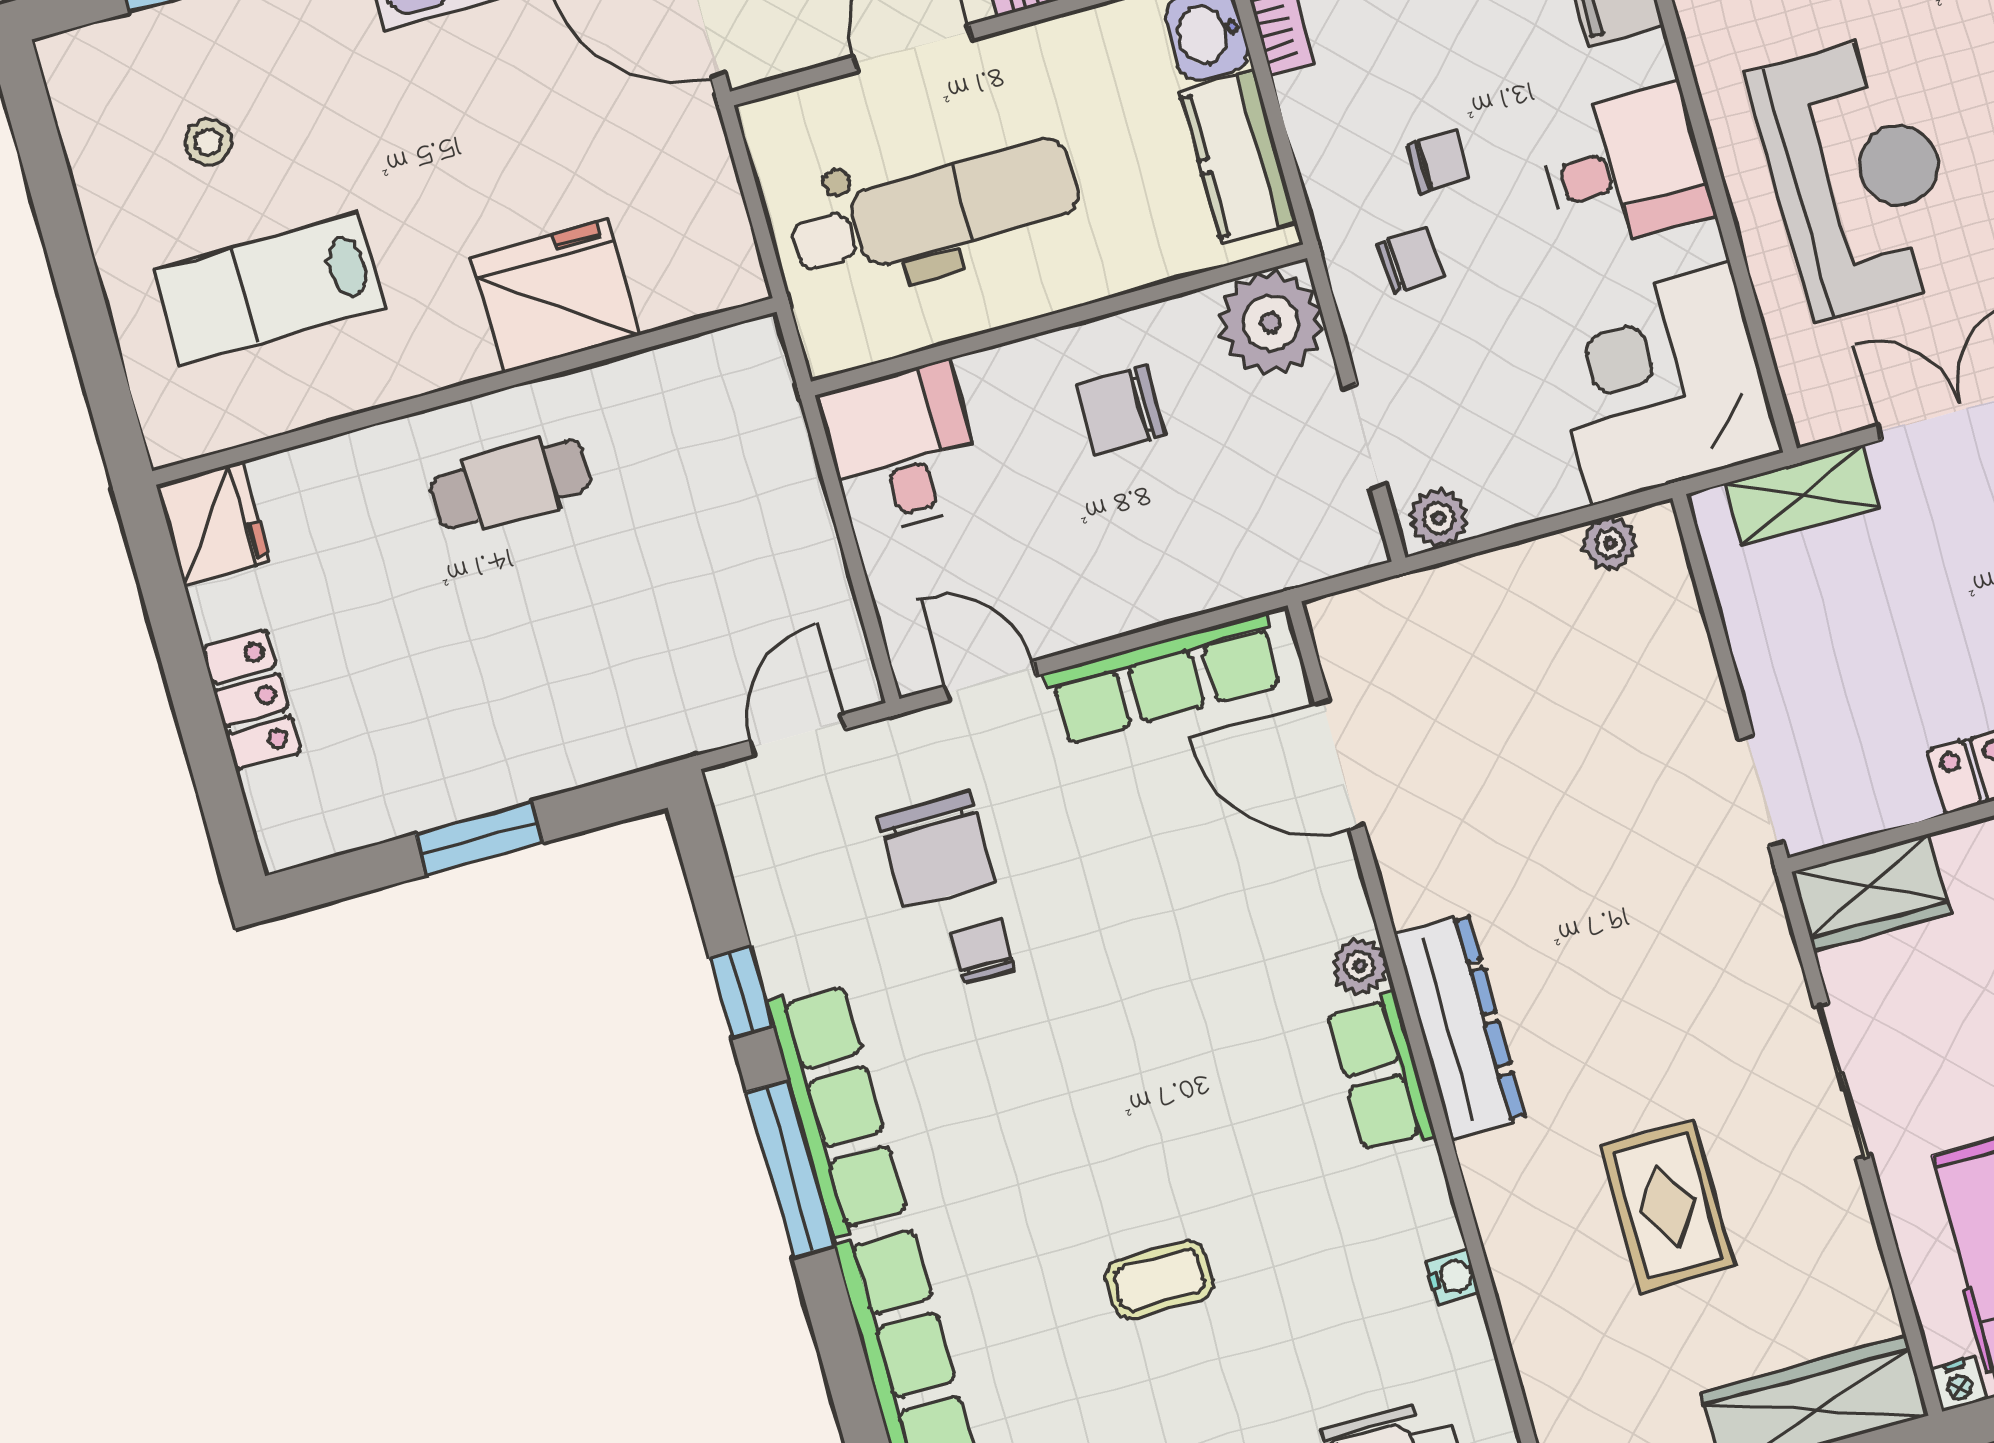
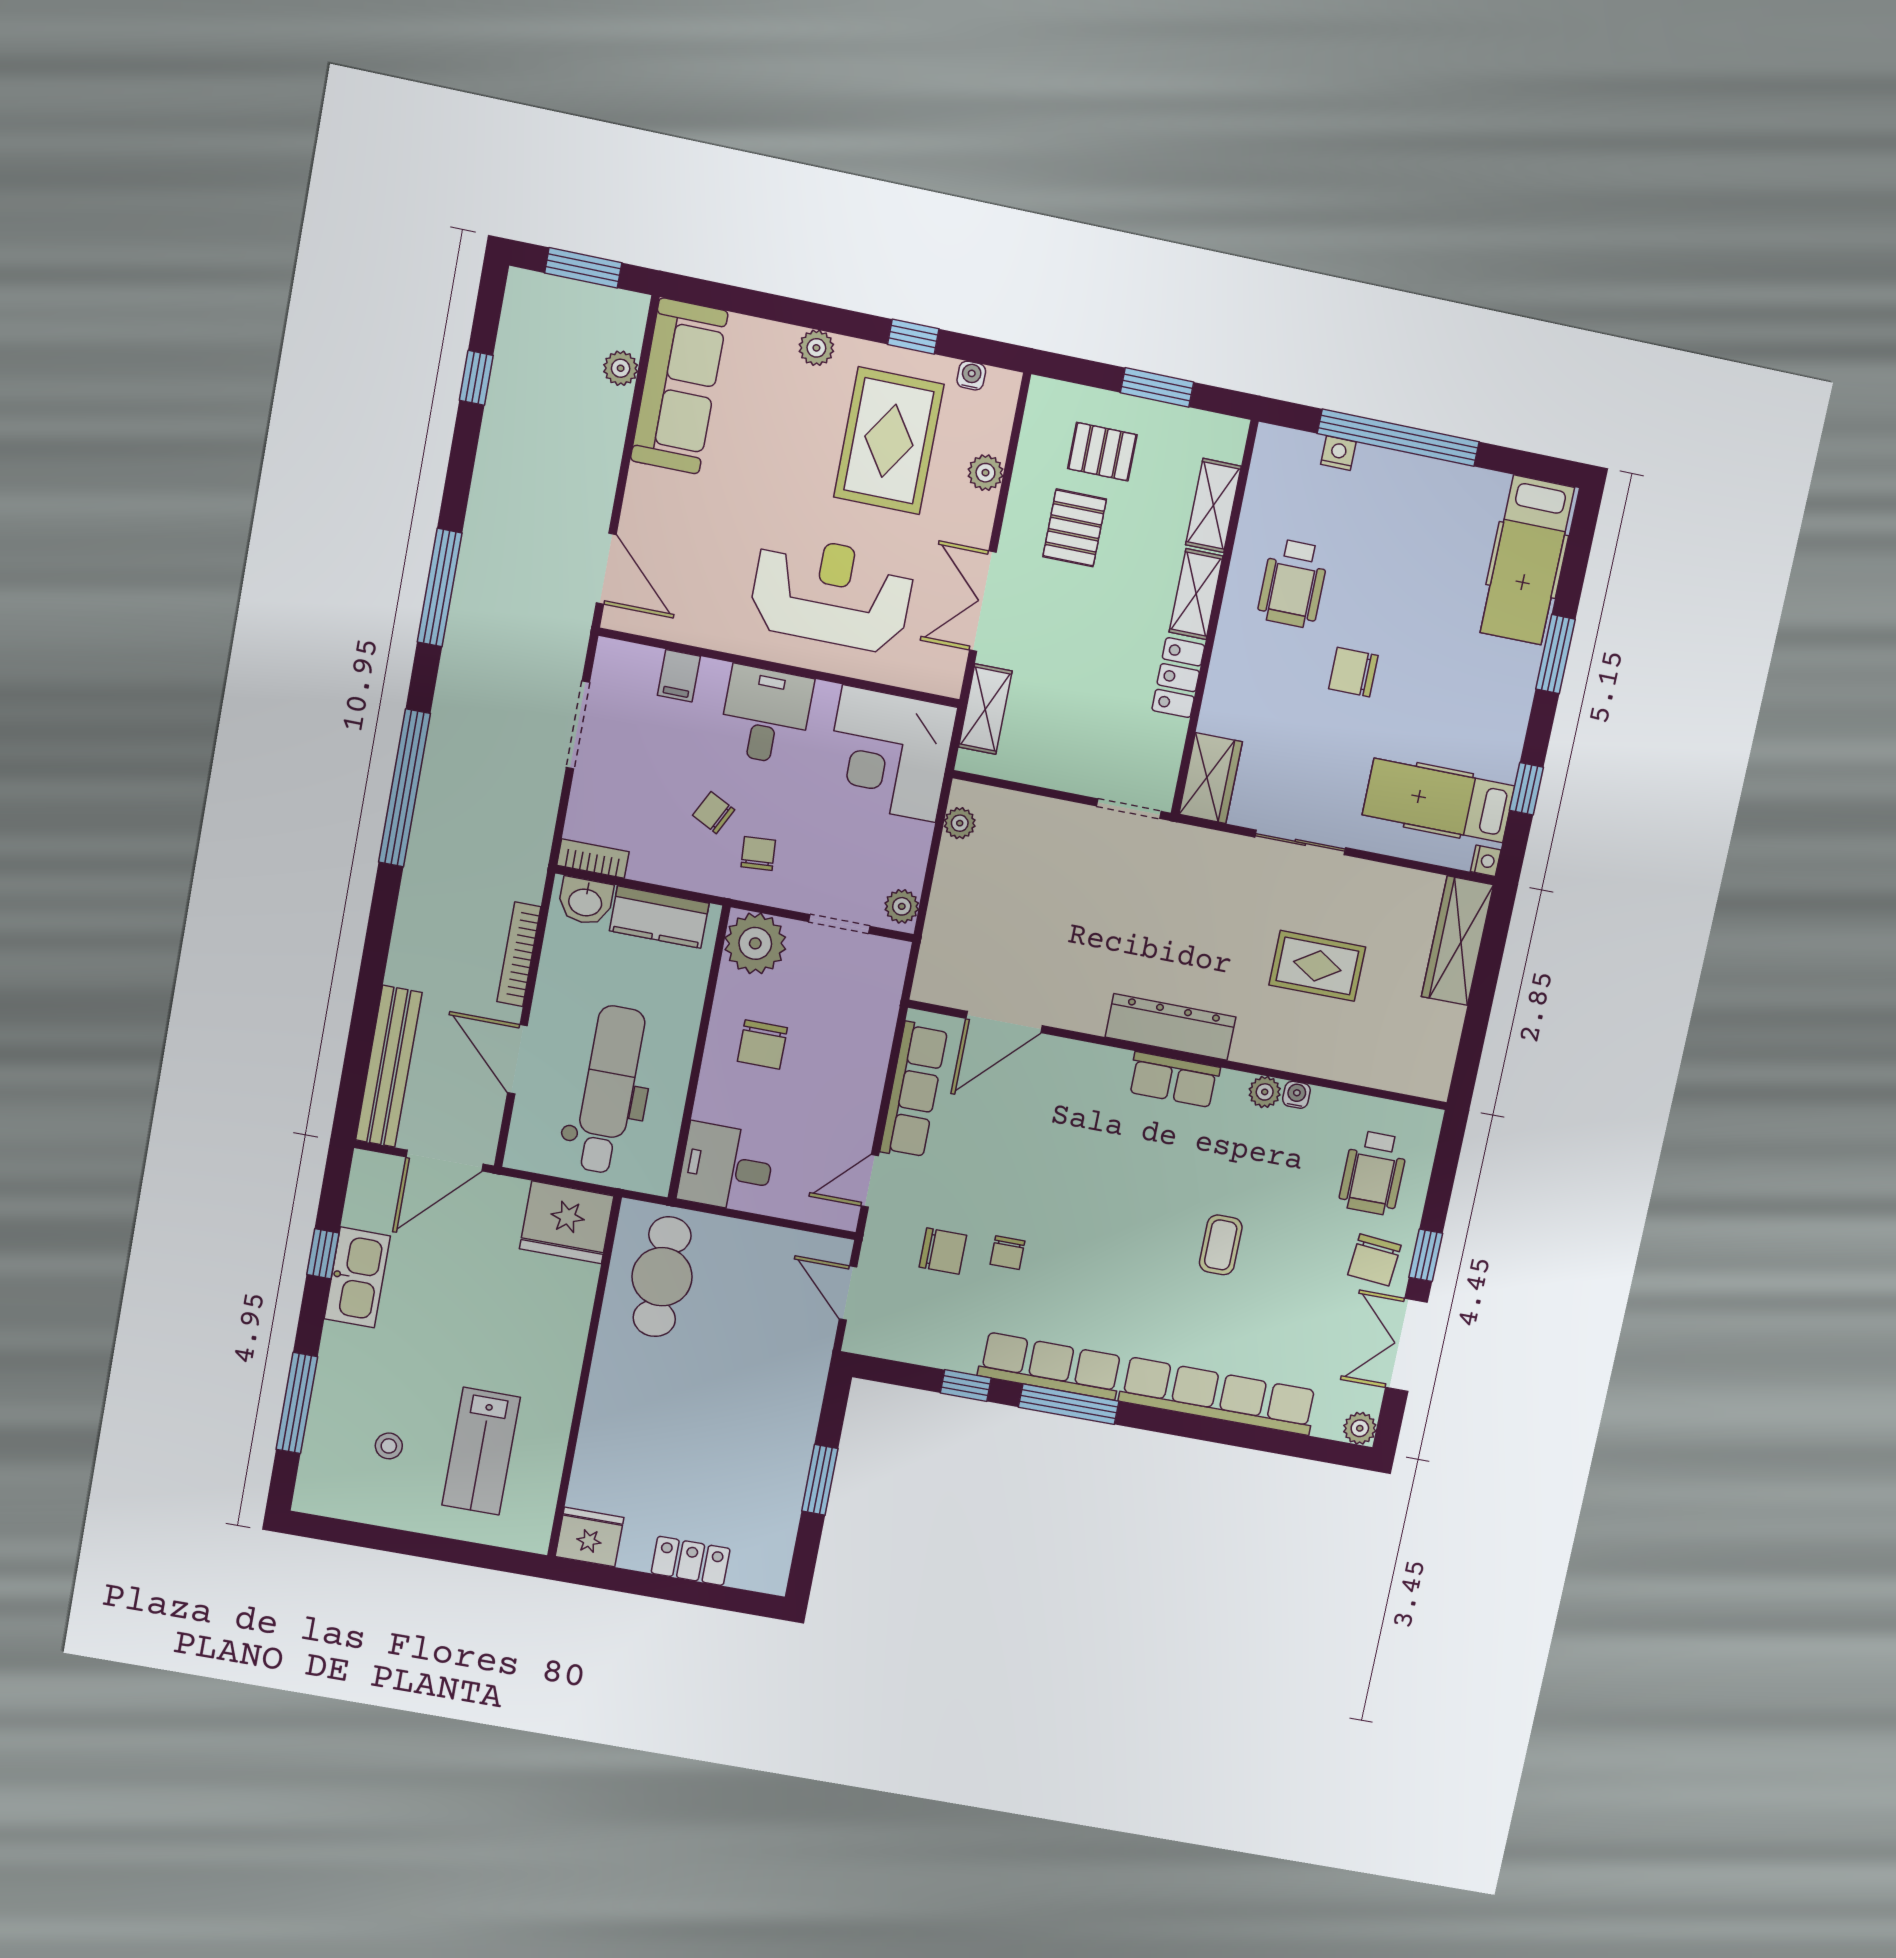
chair: (1438, 161) -> (714, 813), turned -63
fridge: (556, 296) -> (567, 1222), moved, turned -90
cafe table: (511, 484) -> (662, 1277), moved, width x1.37, depth x1.35
chair: (936, 849) -> (943, 1251), width x0.73, depth x0.73
chair: (983, 951) -> (1007, 1253), turned -90
plant: (1360, 966) -> (1265, 1092), moved

